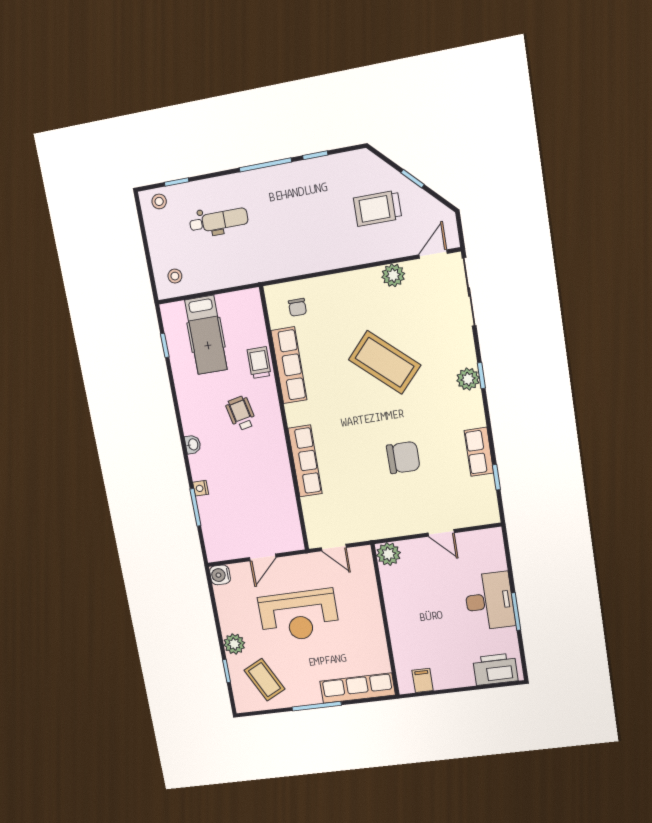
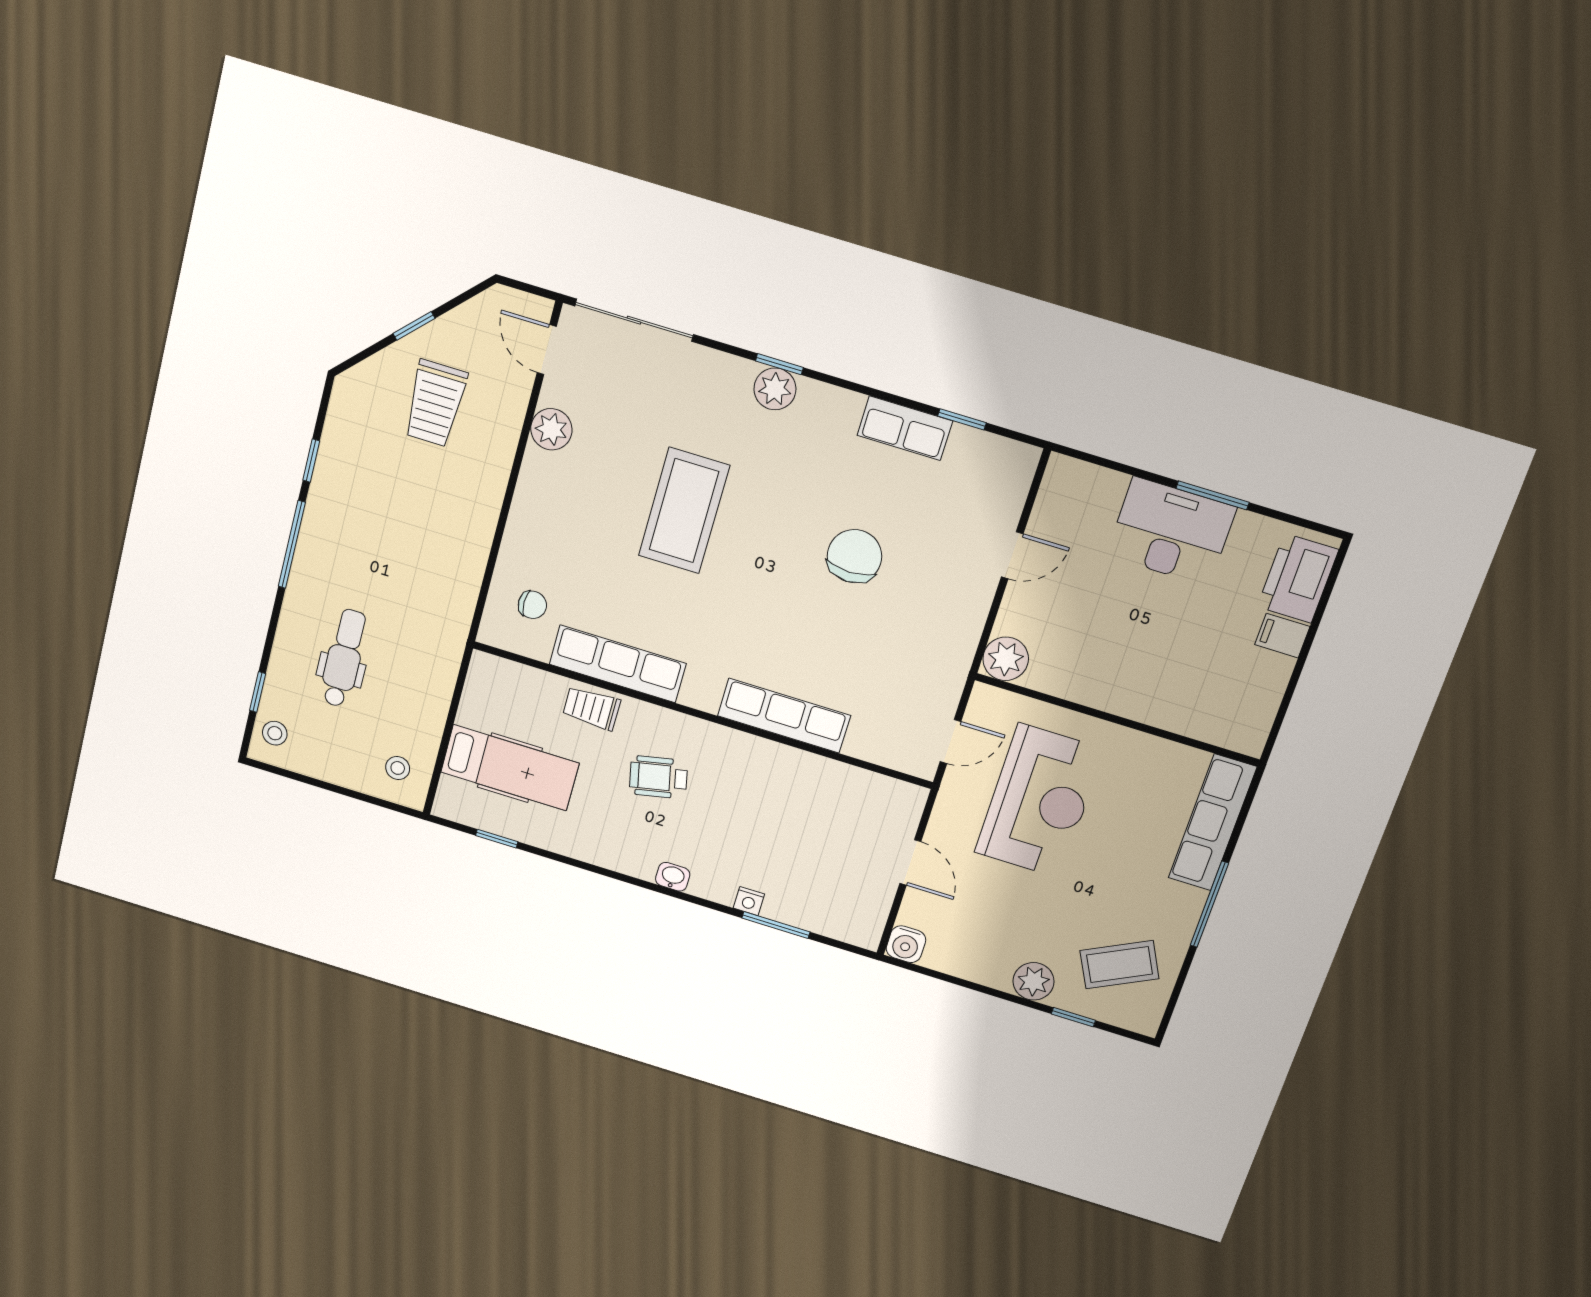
coffee table: (385, 362) -> (684, 511), turned -42
reception desk: (299, 616) -> (1039, 801), moved
filing cabinet: (423, 680) -> (1282, 636), moved

